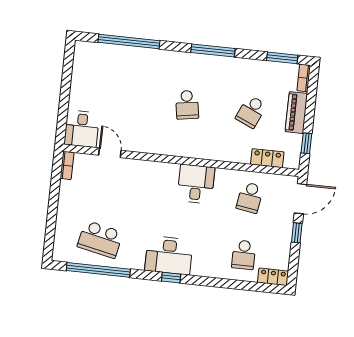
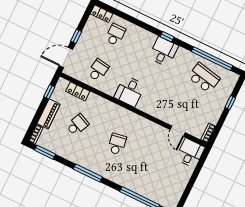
window: (52, 218) -> (230, 103), added
desk: (169, 255) -> (163, 52), width x0.73

